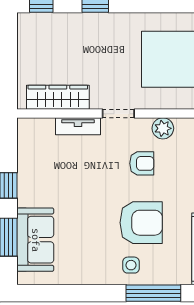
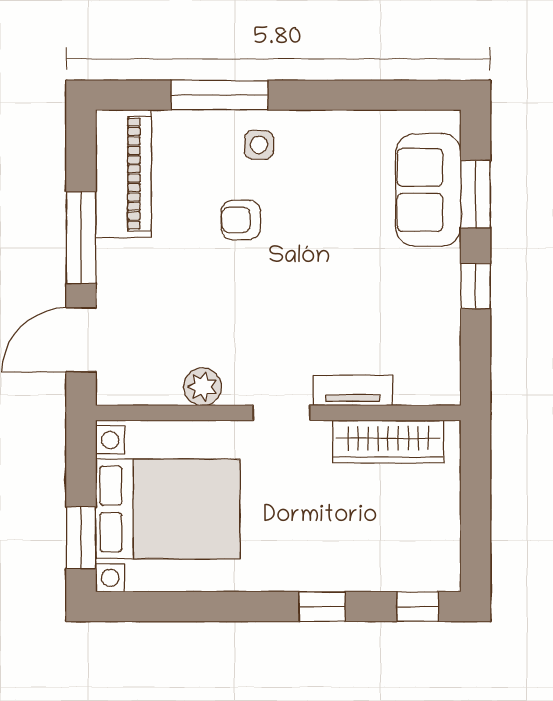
armchair: (142, 163) -> (240, 325), removed
armchair: (141, 223) -> (241, 220), width x0.53, depth x0.53

